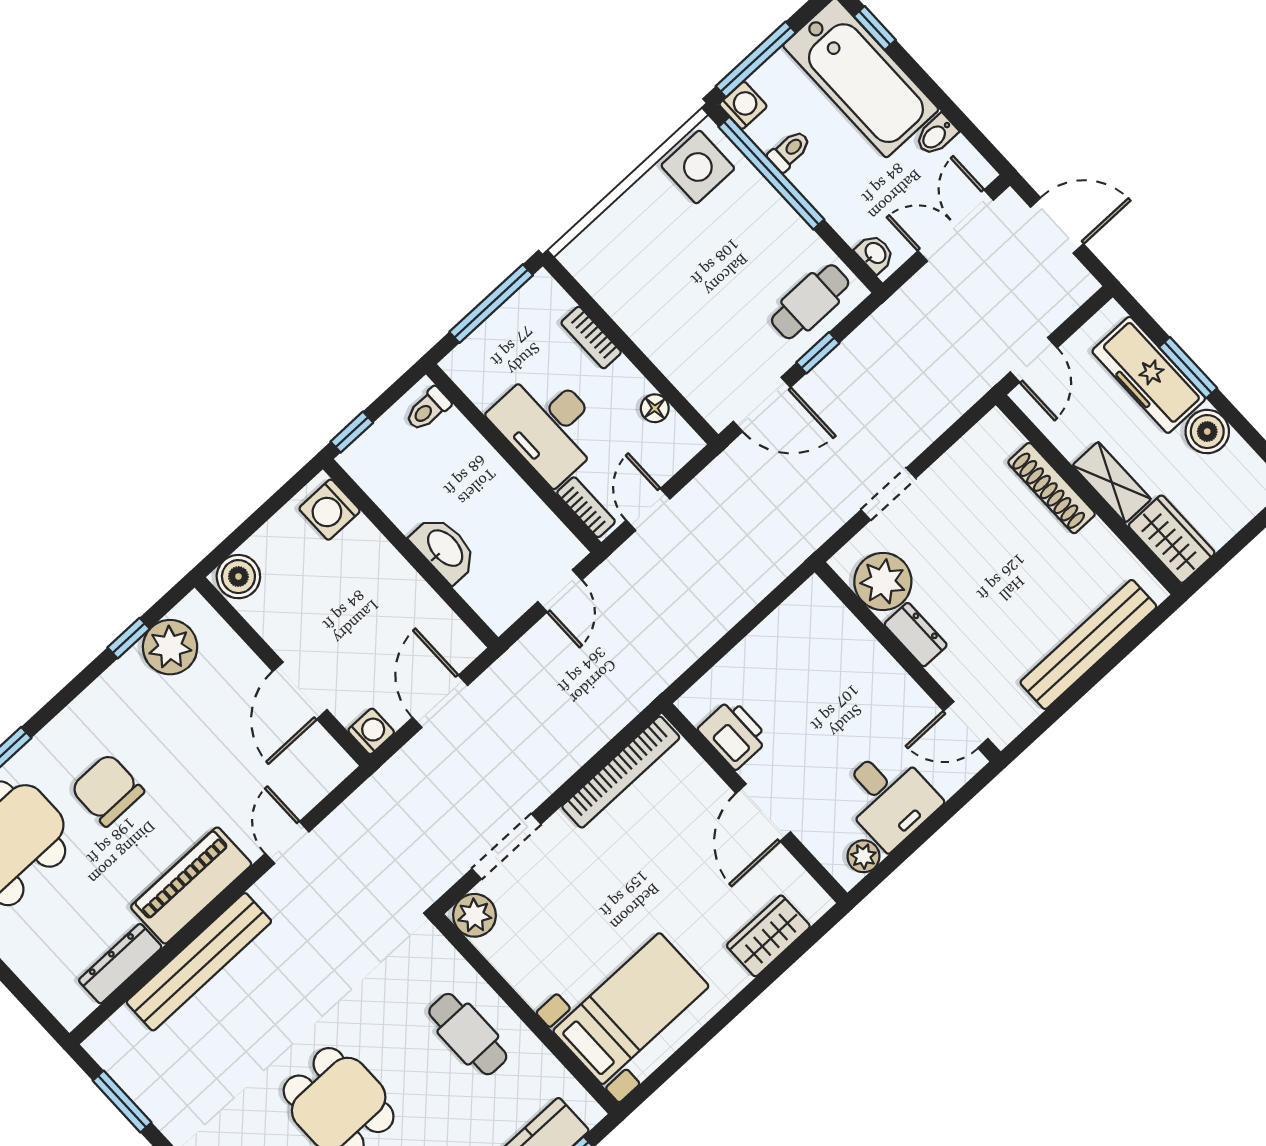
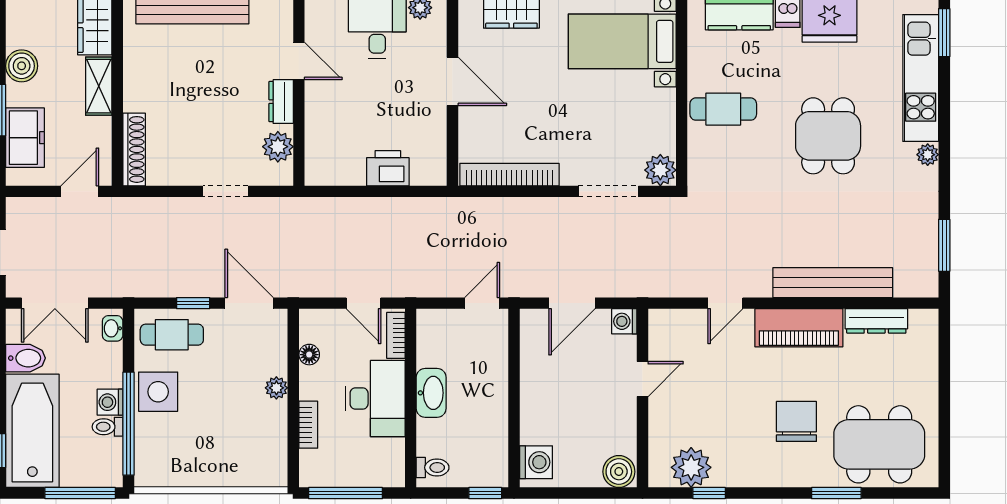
washing machine: (743, 105) -> (110, 402), moved
bidet: (936, 135) -> (25, 358), width x1.38, depth x1.36
side table: (698, 167) -> (158, 392), moved
plant: (657, 345) -> (276, 388), added
freezer: (1149, 375) -> (25, 138), width x0.71
shoe rack: (1052, 488) -> (134, 149), moved
door: (648, 509) -> (363, 303), hinge flipped
washbasin: (444, 549) -> (431, 393), moved, turned 180
plant: (883, 582) -> (278, 147), width x0.73, depth x0.73
door: (560, 591) -> (482, 303), moved
door: (300, 691) -> (642, 379), width x0.73
door: (966, 725) -> (299, 61), moved
printer: (733, 734) -> (388, 168), moved, turned 90
chair: (107, 790) -> (796, 421), turned 180
door: (763, 813) -> (453, 81), hinge flipped
cafe table: (468, 1034) -> (723, 109), turned 90

